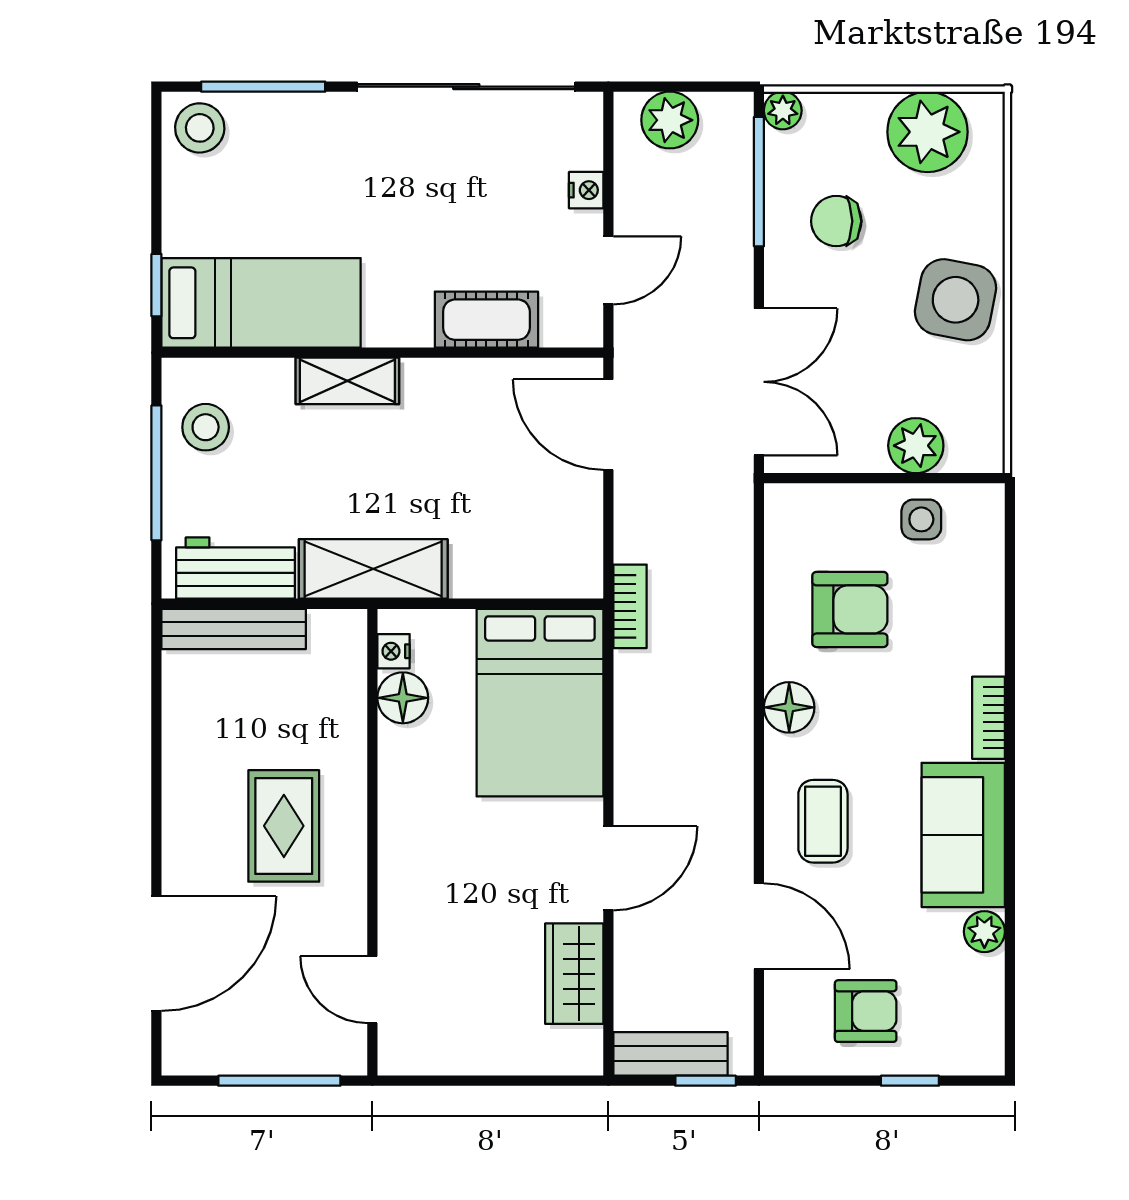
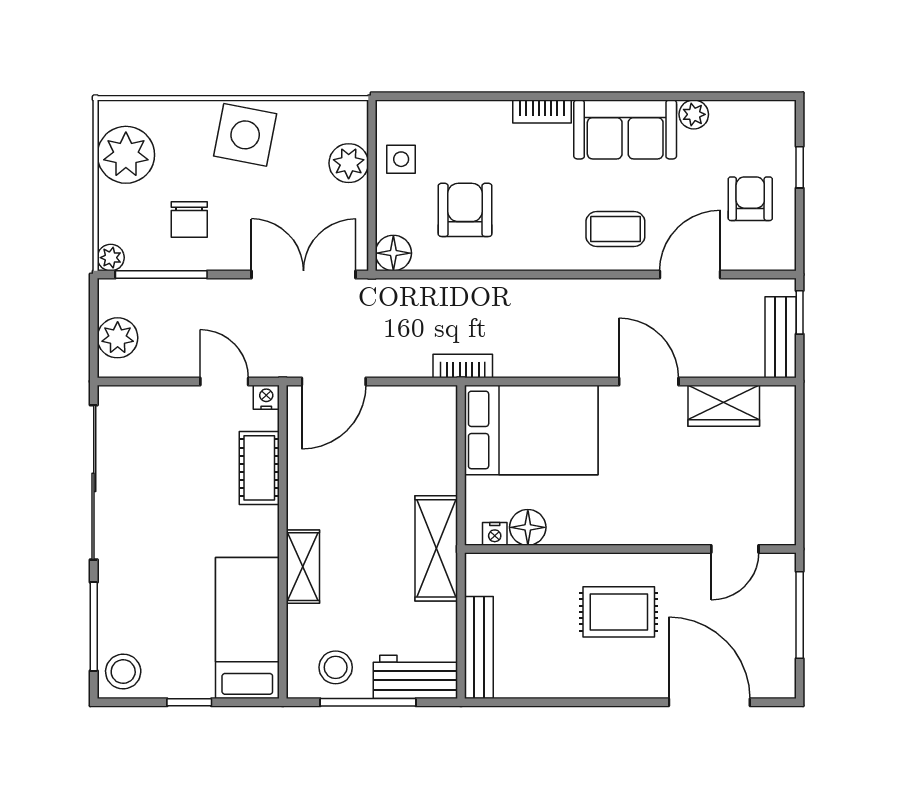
nightstand: (586, 190) -> (266, 397), moved
window: (156, 285) -> (189, 702), moved
workbench: (235, 568) -> (415, 677), moved, turned 90
floor lamp: (789, 707) -> (393, 253), moved

